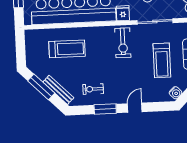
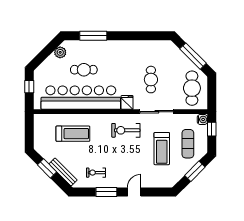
exercise bike: (123, 43) -> (126, 130), turned 90
window: (41, 87) -> (47, 168), width x0.69
water cooler: (176, 93) -> (173, 180), removed

